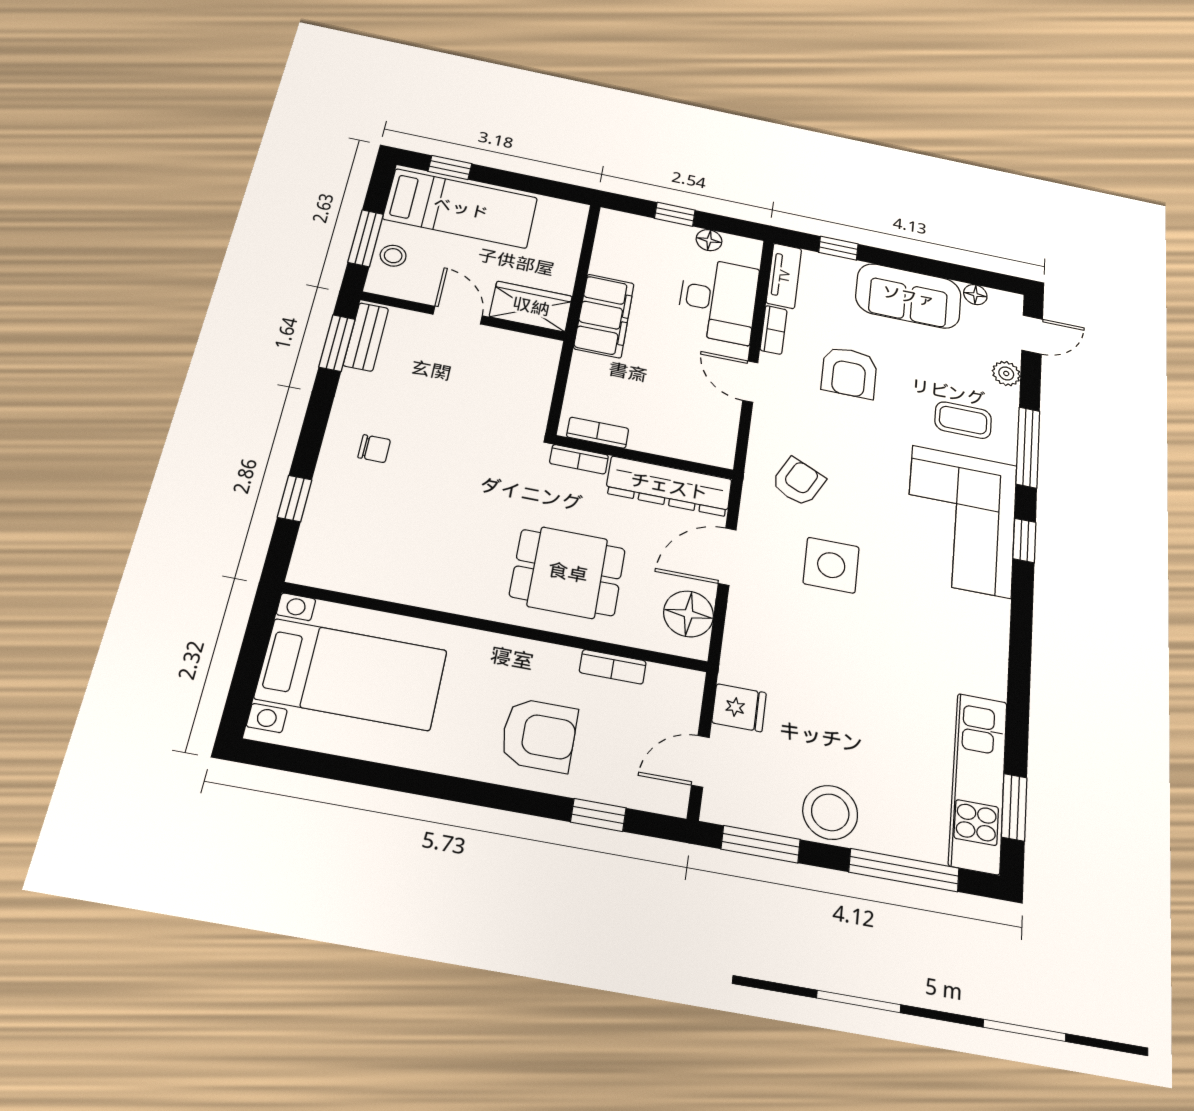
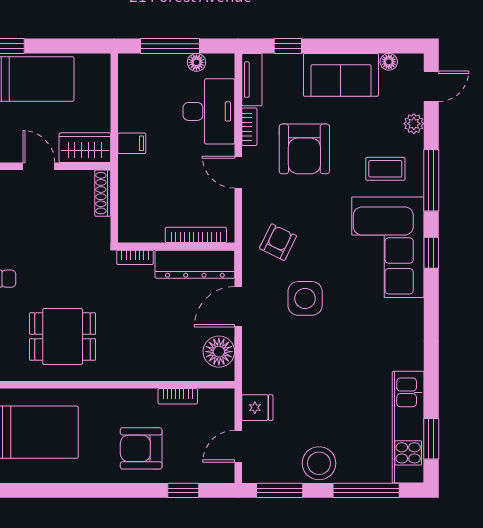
window: (675, 214) -> (170, 46), width x2.17
filing cabinet: (604, 316) -> (132, 143), width x0.33, depth x0.86
shoe rack: (546, 367) -> (103, 193), added
armchair: (849, 372) -> (304, 149), width x1.36, depth x1.36
bookcase: (598, 433) -> (196, 235), moved, width x1.56
dining table: (568, 572) -> (63, 337), moved
armchair: (539, 735) -> (141, 448), turned 180

